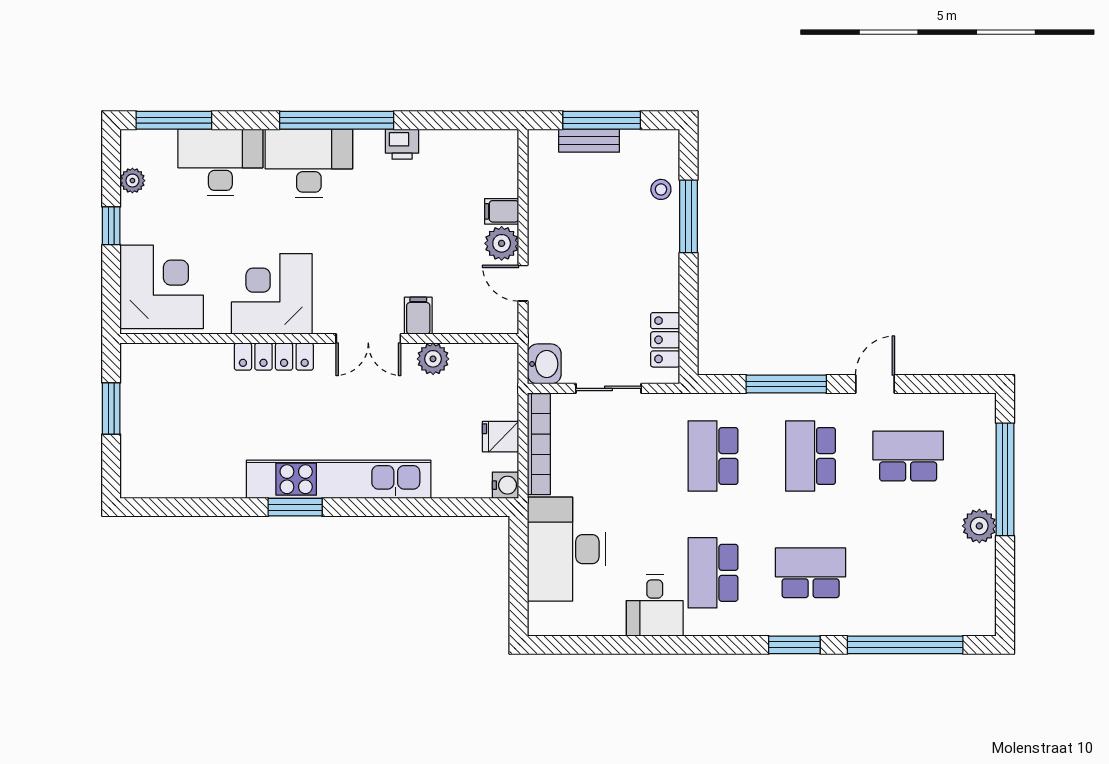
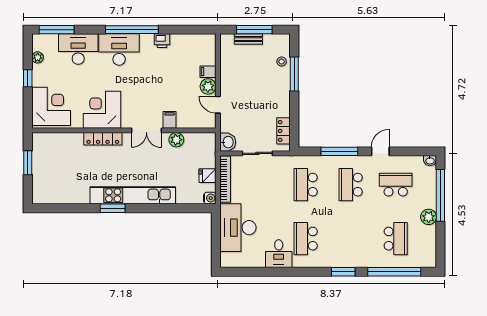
washbasin: (982, 404) -> (430, 161), added
school desk: (811, 573) -> (396, 239), moved, turned 90

